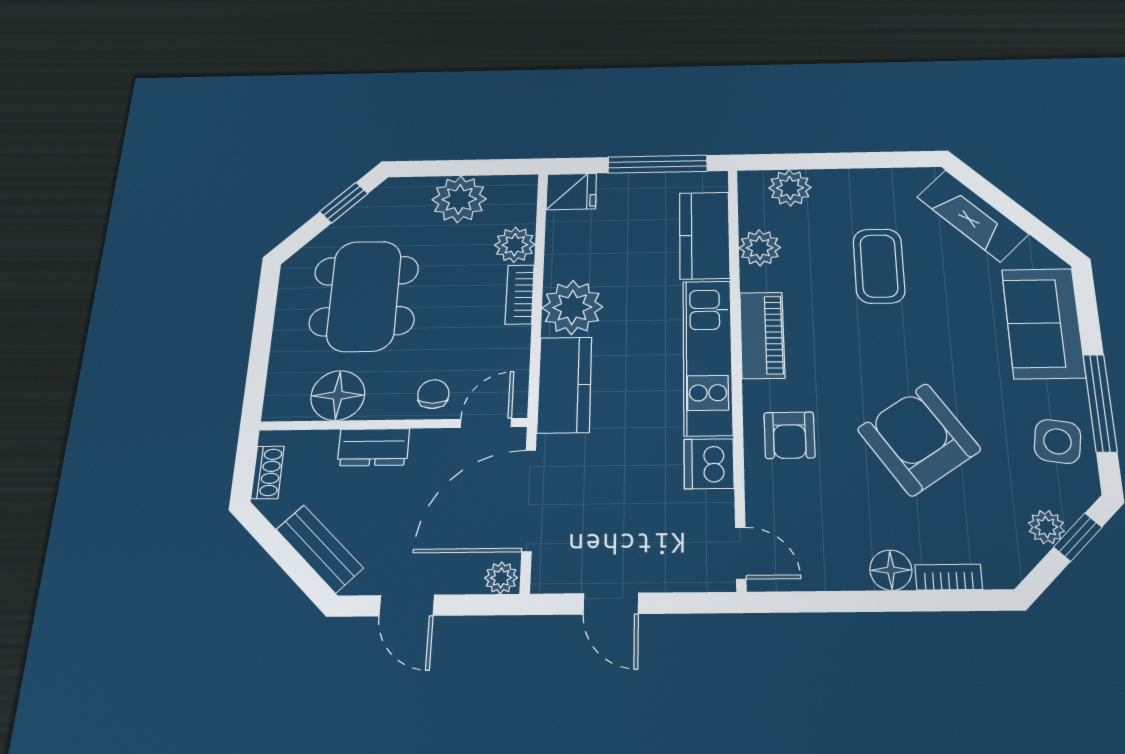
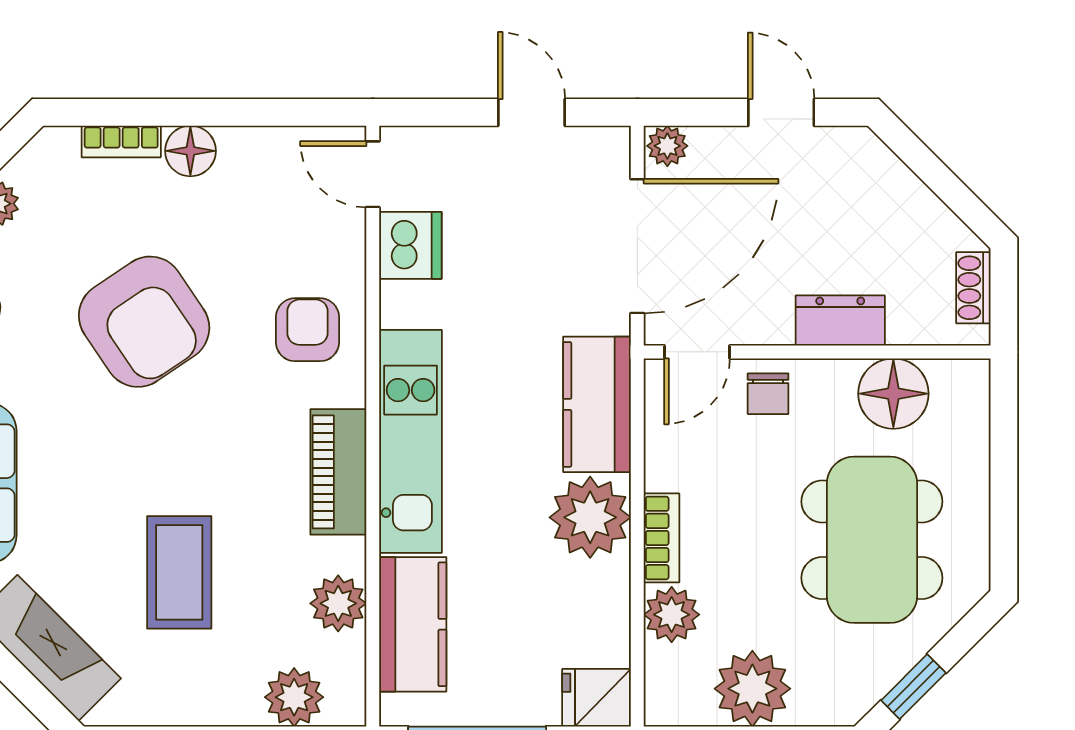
dishwasher: (709, 464) -> (410, 245), moved
bench: (319, 549) -> (896, 186), removed

